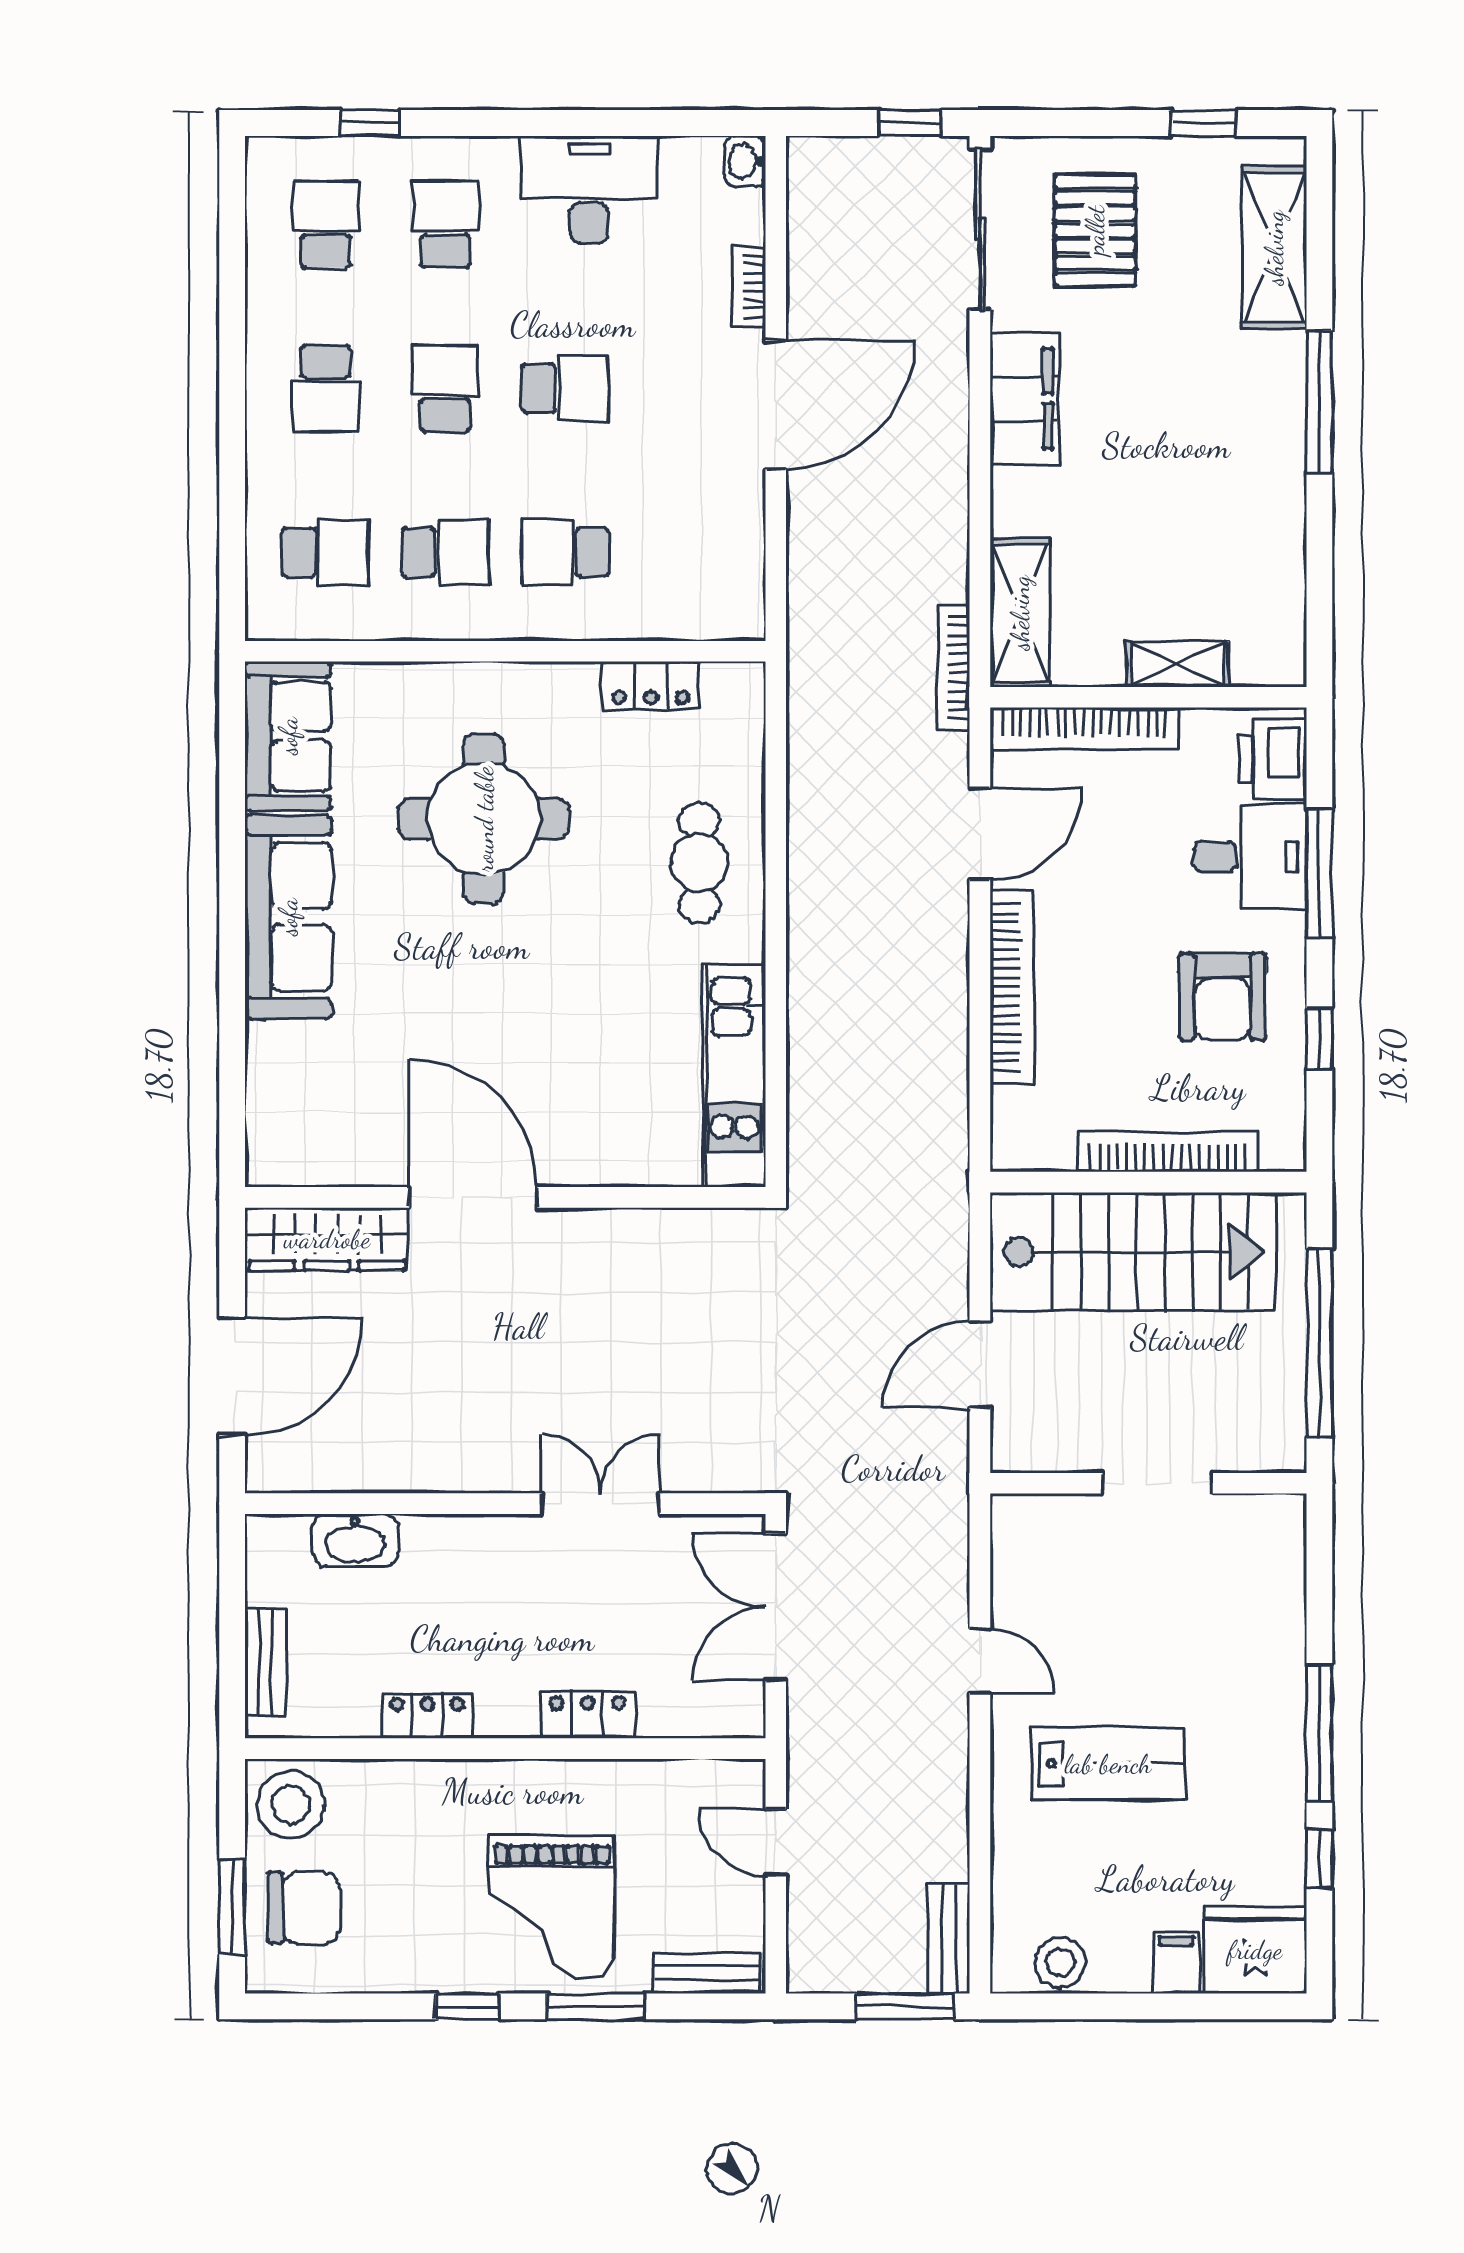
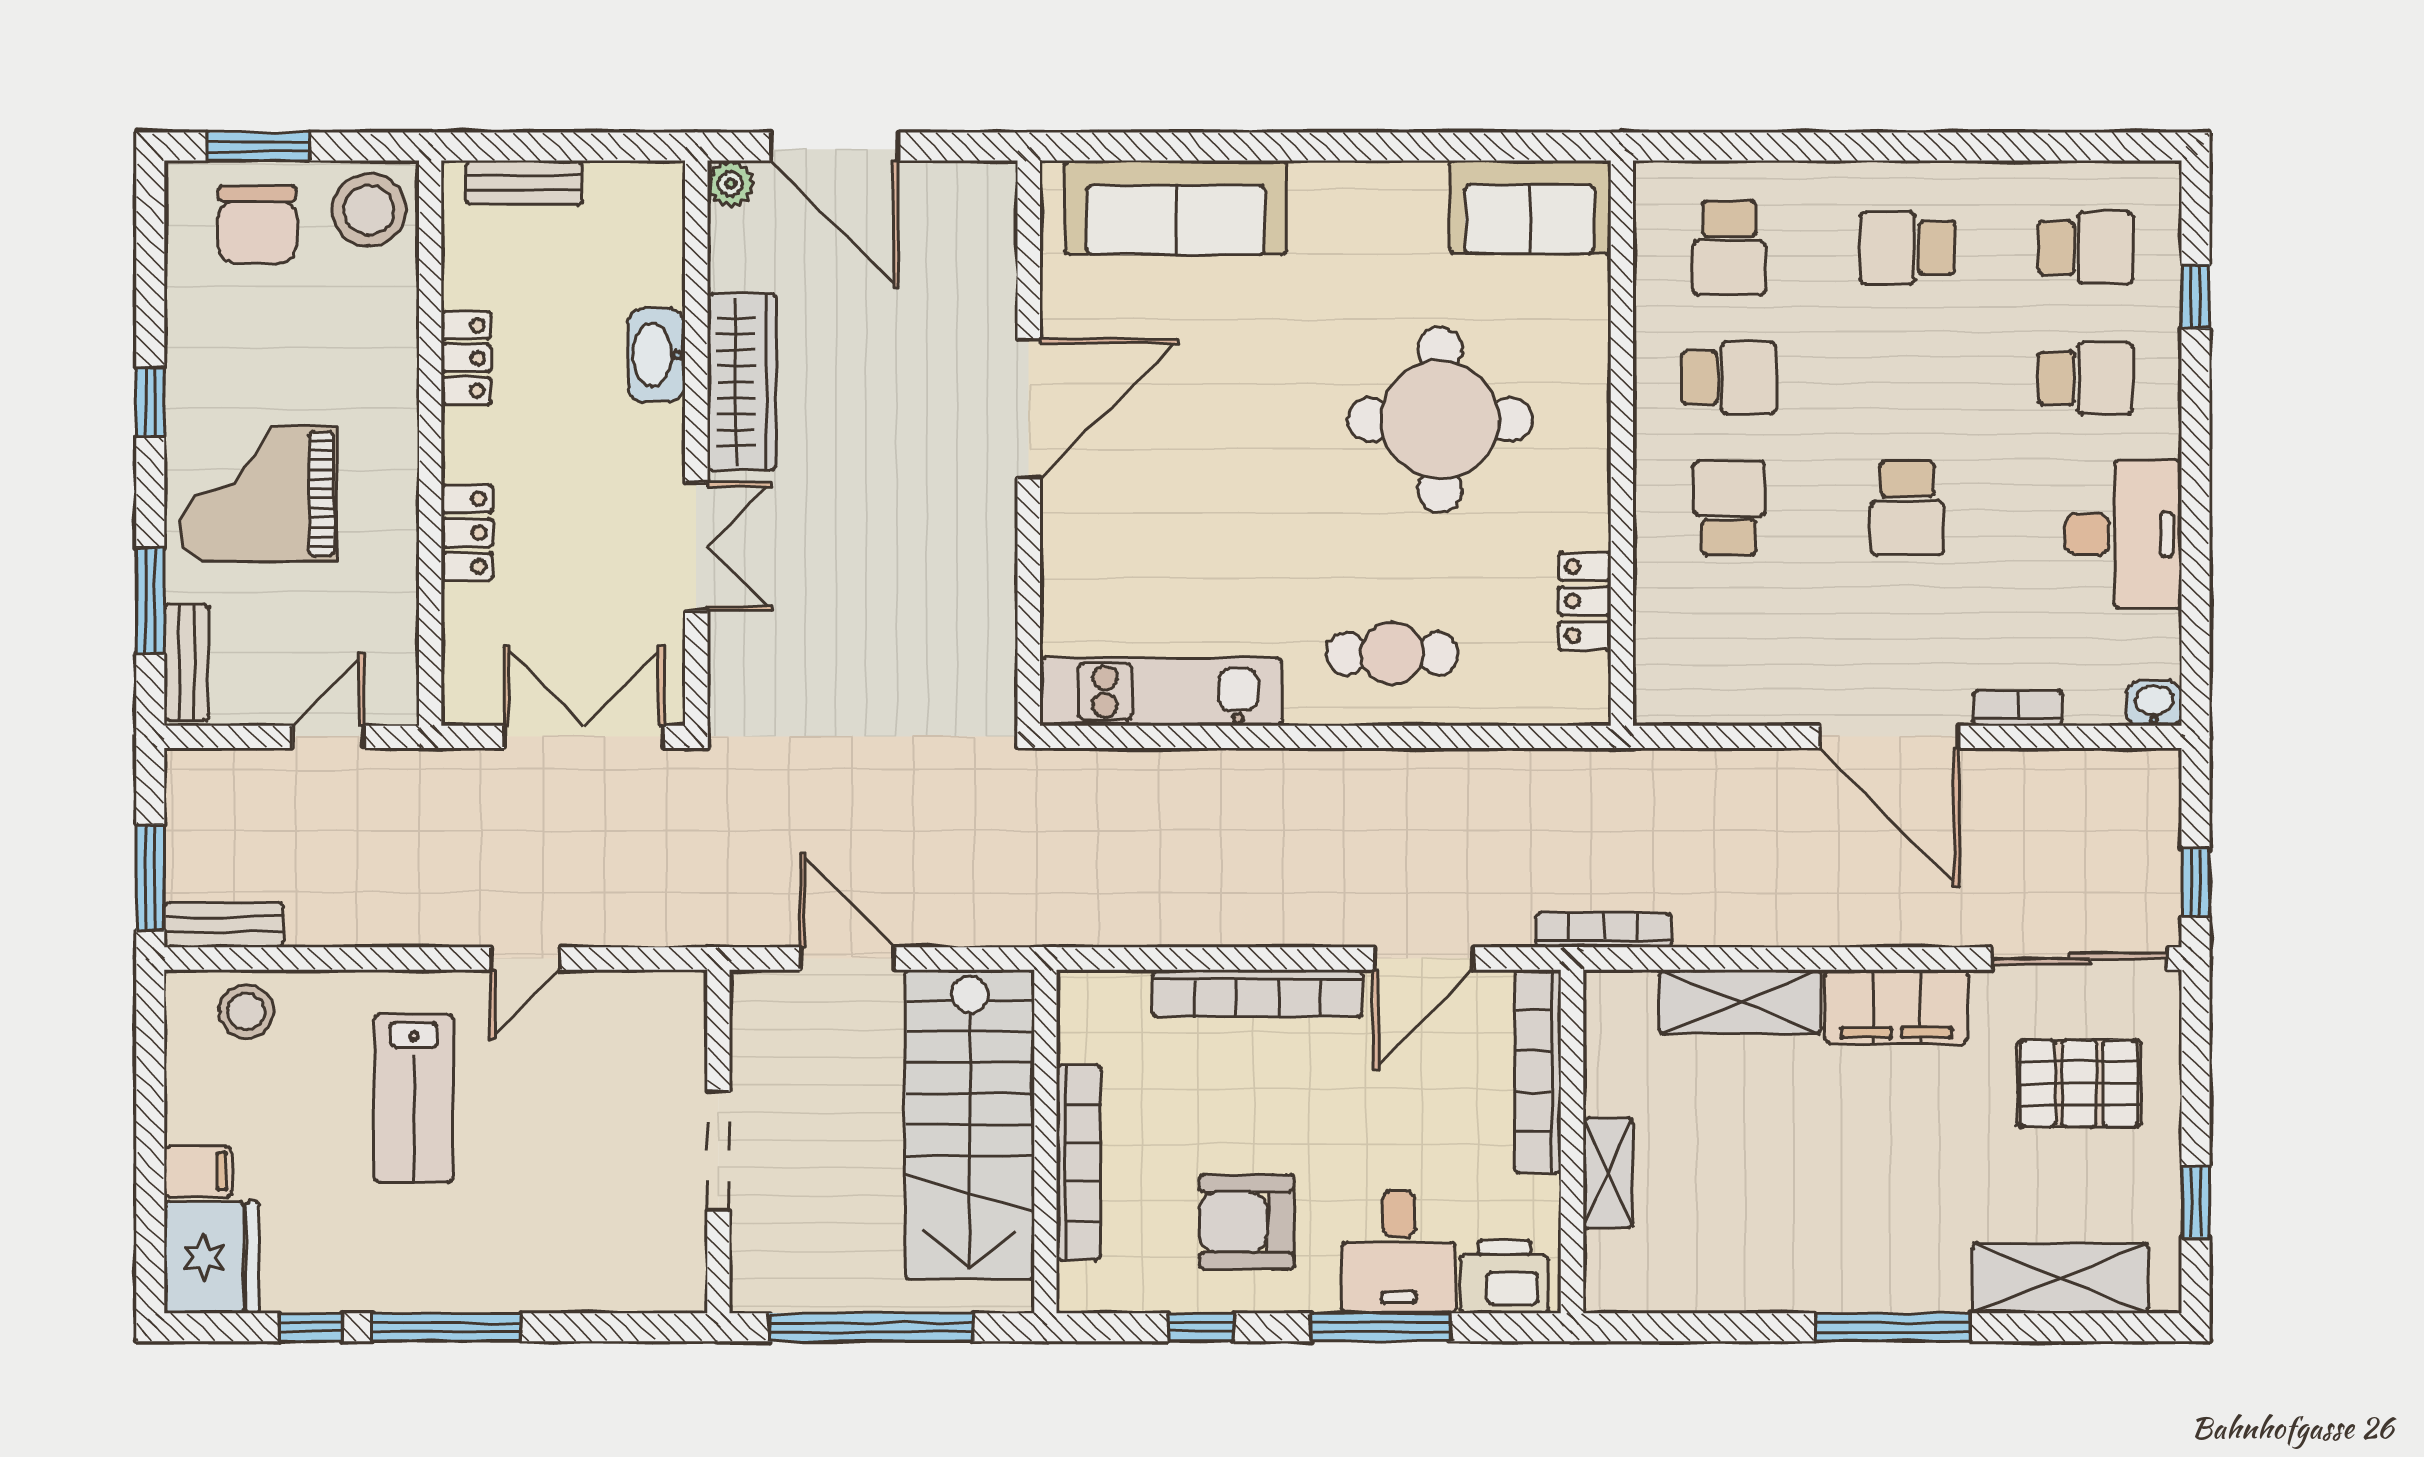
school desk: (445, 388) -> (1907, 378), removed
school desk: (445, 553) -> (1729, 378), turned -90
shelving: (1020, 613) -> (1740, 1002), moved
door: (980, 834) -> (1424, 959), hinge flipped
sofa: (288, 917) -> (1176, 208), moved
wardrobe: (327, 1239) -> (742, 382), moved, turned 180
plant: (266, 1472) -> (731, 184), added
washbasin: (355, 1540) -> (656, 355), moved
stool: (1060, 1962) -> (246, 1011), moved
window: (596, 2006) -> (150, 601), moved

